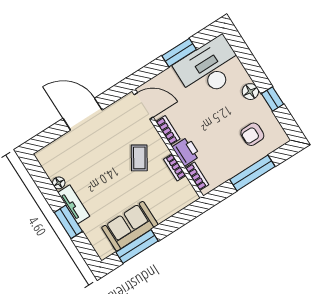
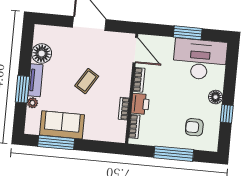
coffee table: (139, 158) -> (87, 81), moved
floor lamp: (59, 183) -> (42, 53), width x1.89, depth x1.89
plant: (87, 227) -> (32, 103), added

